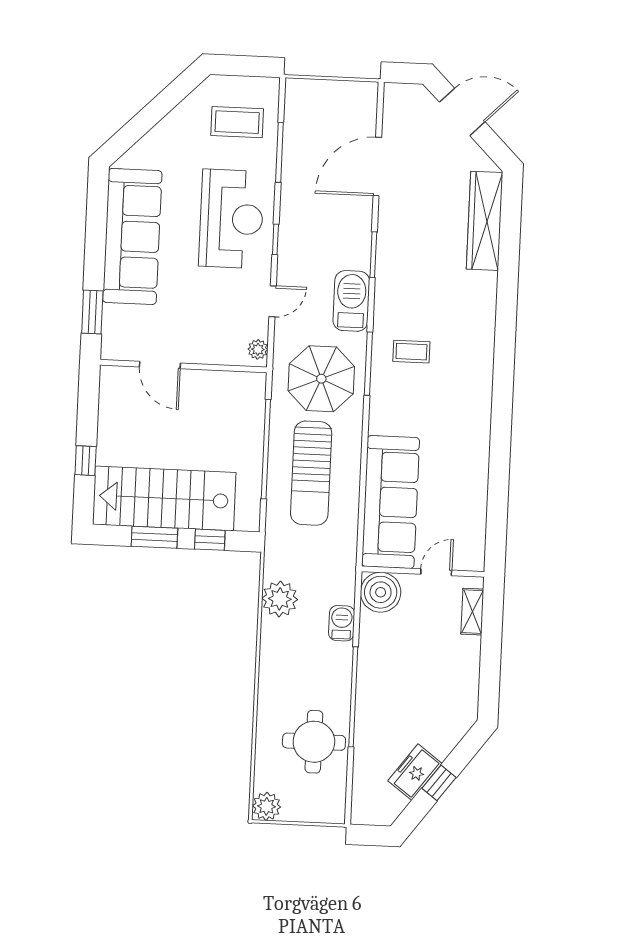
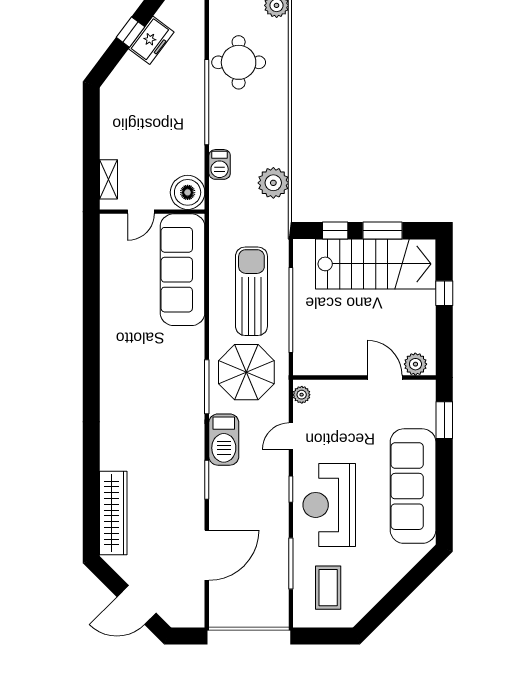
coffee table: (237, 122) -> (328, 588), turned 90
coffee table: (411, 352) -> (171, 399), removed
plant: (123, 379) -> (415, 364), added

